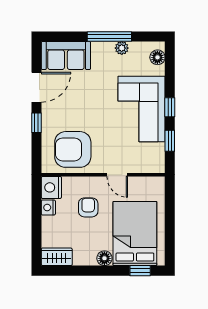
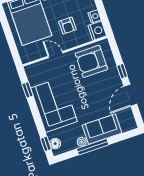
sofa: (66, 56) -> (102, 129), moved
window: (170, 107) -> (46, 144), moved
armchair: (73, 149) -> (91, 61), turned 180

